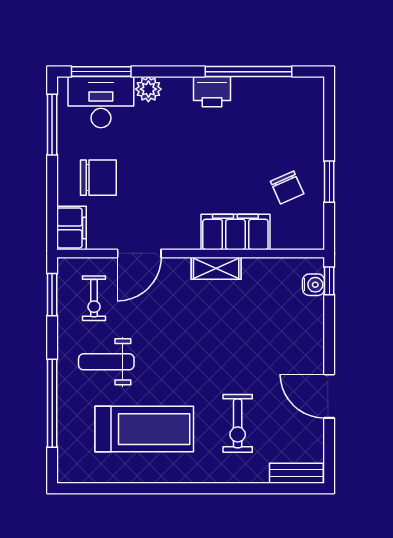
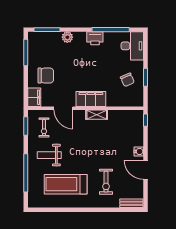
desk: (101, 102) -> (132, 46), moved, turned 90
filing cabinet: (235, 232) -> (91, 99), moved
door: (139, 253) -> (63, 108), hinge flipped
water cooler: (314, 285) -> (139, 151), moved
treadmill: (144, 429) -> (66, 184), turned 180

